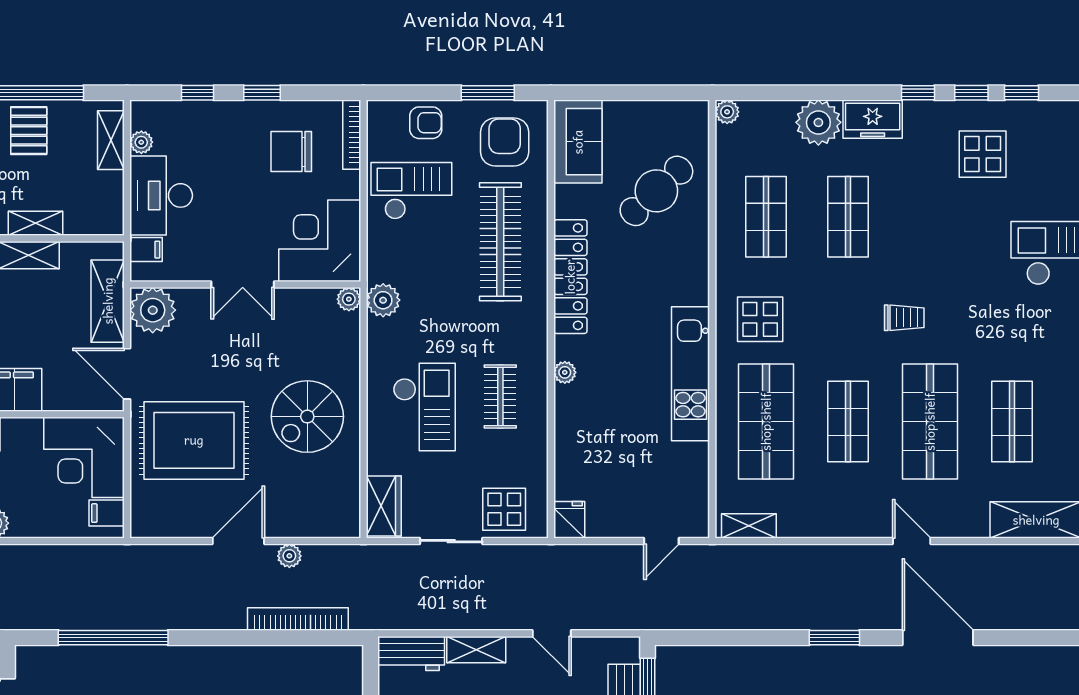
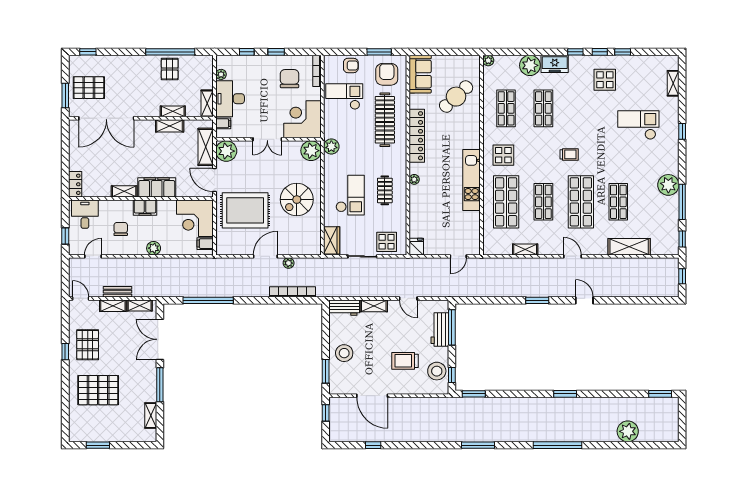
shelving: (111, 140) -> (207, 103), moved
chair: (291, 152) -> (289, 79), turned 90
plant: (349, 299) -> (311, 151), width x1.87, depth x1.87
shelving: (749, 526) -> (525, 249), moved
door: (938, 638) -> (584, 300), width x0.53

